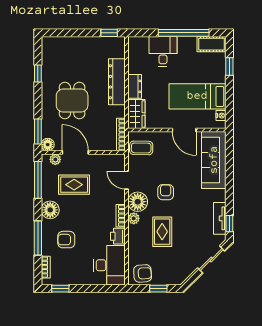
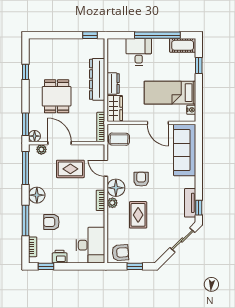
rug: (74, 185) -> (70, 169), moved
printer: (118, 236) -> (60, 257), moved, turned 90

